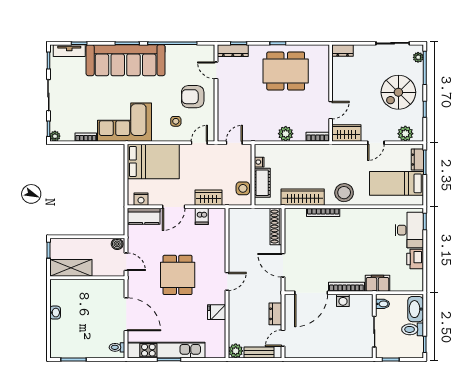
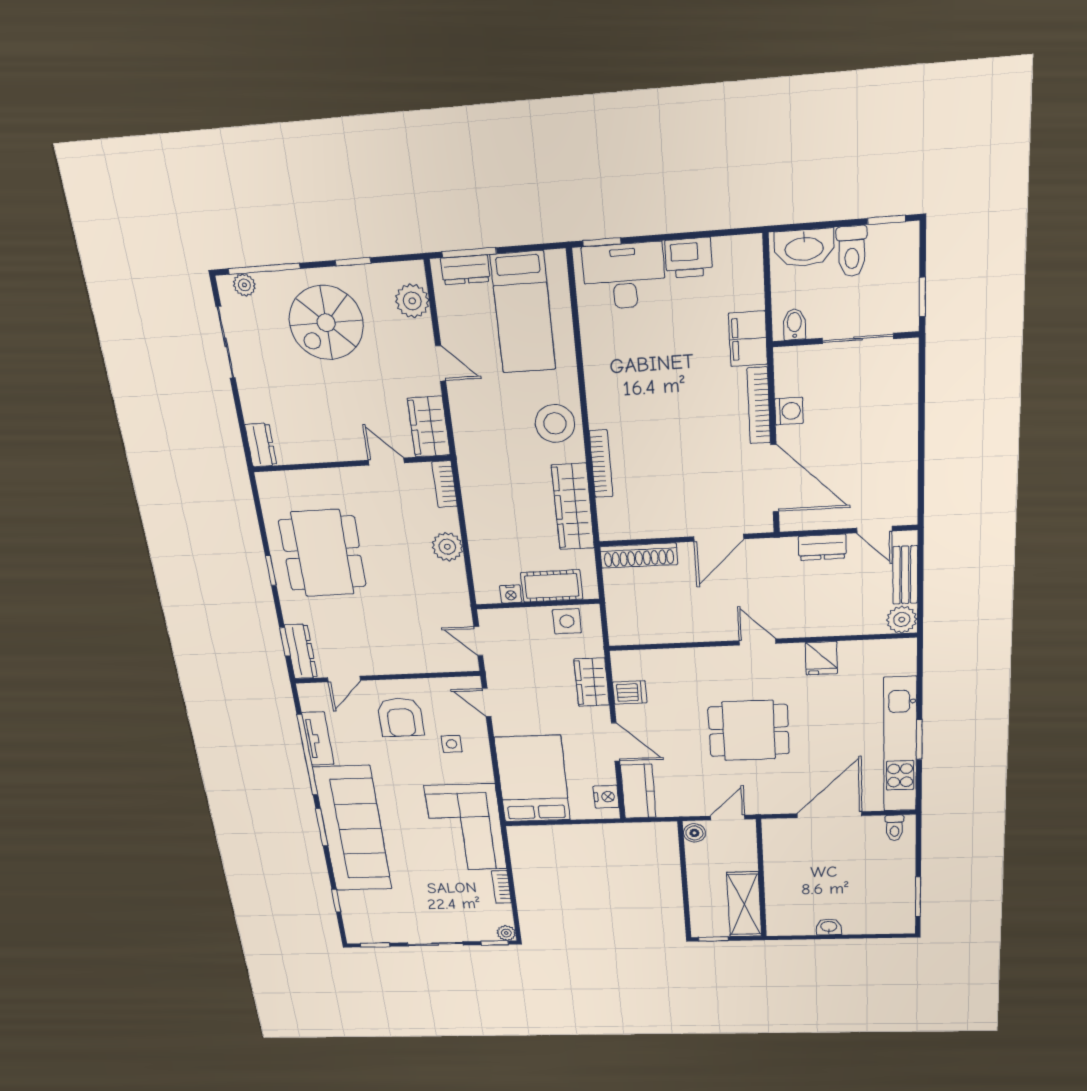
tv unit: (69, 51) -> (318, 739), moved
spiral stairs: (398, 92) -> (326, 323), turned 90

